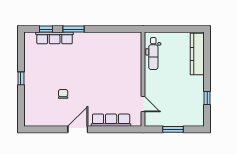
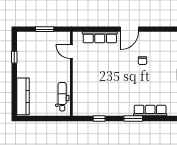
window: (46, 29) -> (99, 119), moved

